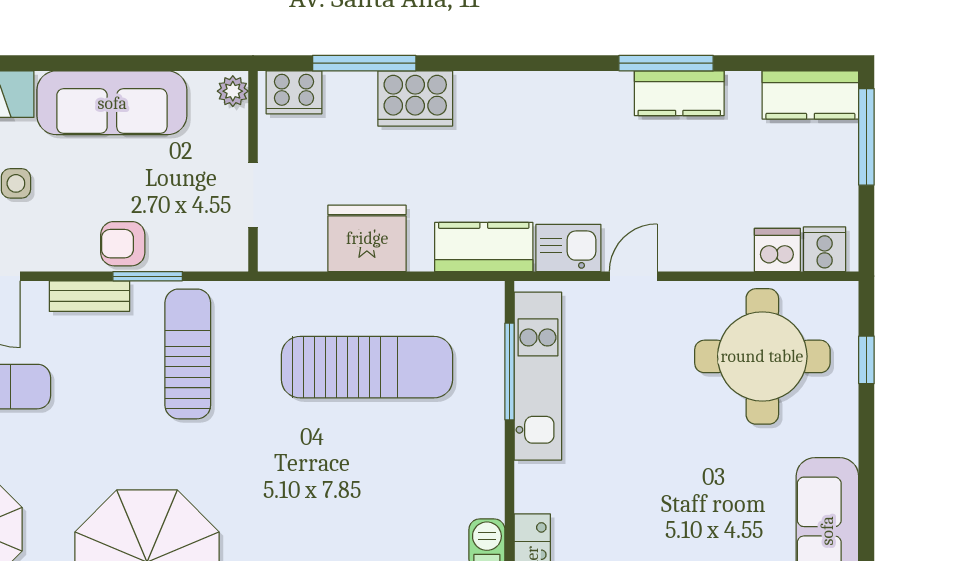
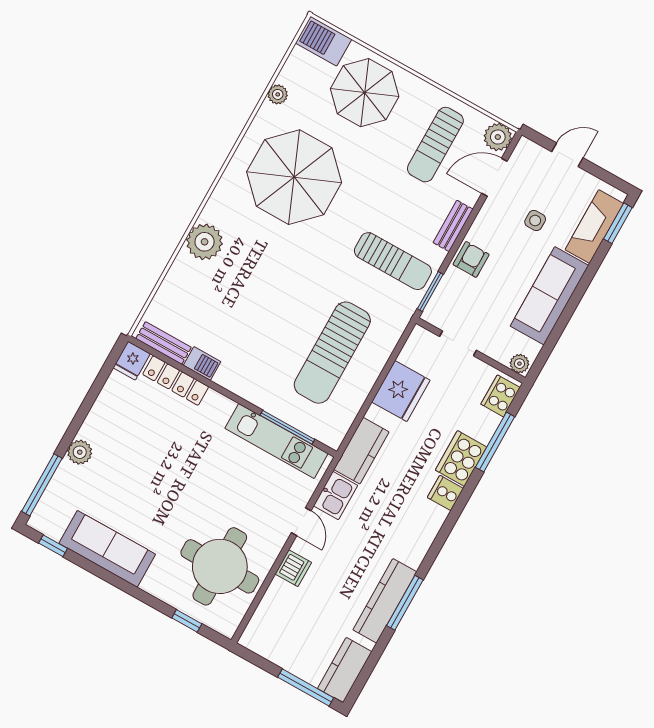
kitchen counter: (679, 93) -> (385, 601), width x1.50
cooker: (825, 249) -> (445, 493), moved, turned 180
dishwasher: (777, 250) -> (293, 568), moved
window: (148, 276) -> (430, 291), moved

